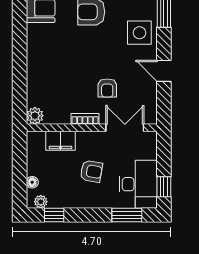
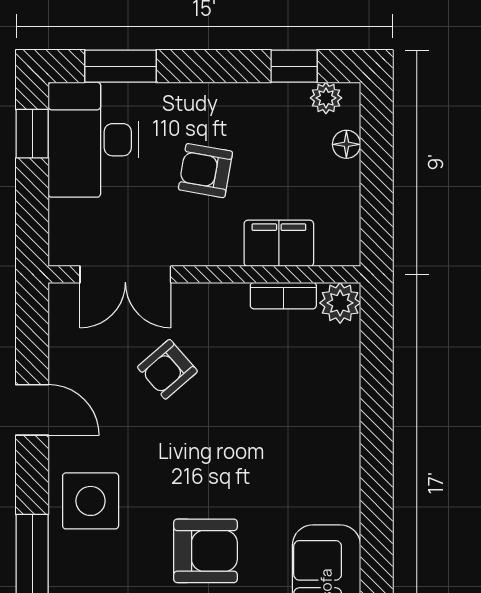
armchair: (107, 88) -> (167, 369), turned -131
bookcase: (85, 119) -> (283, 296), moved

